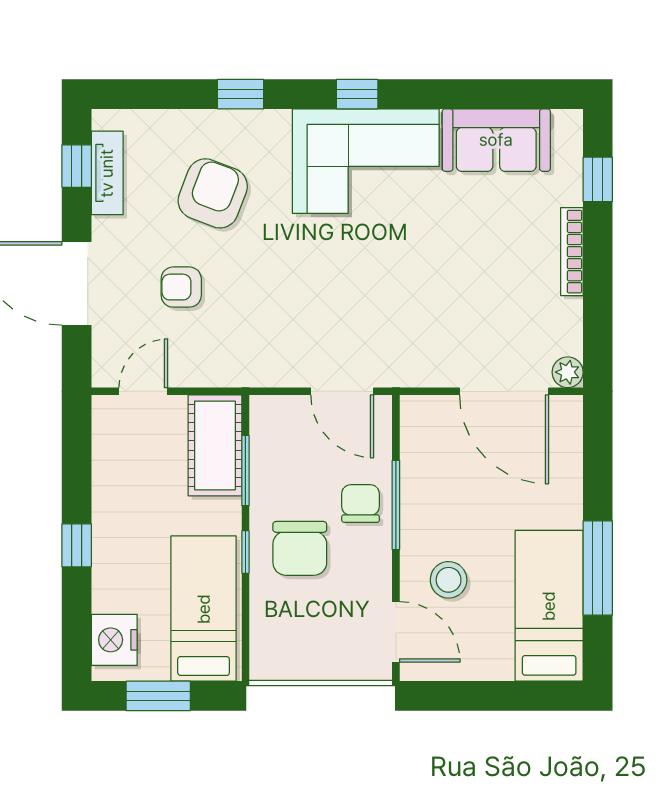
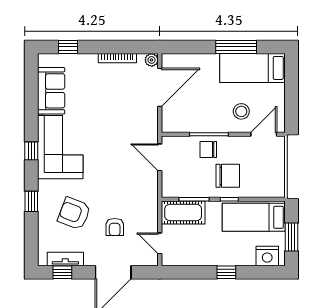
bookcase: (572, 252) -> (117, 58), moved
door: (342, 391) -> (160, 157), swing flipped

